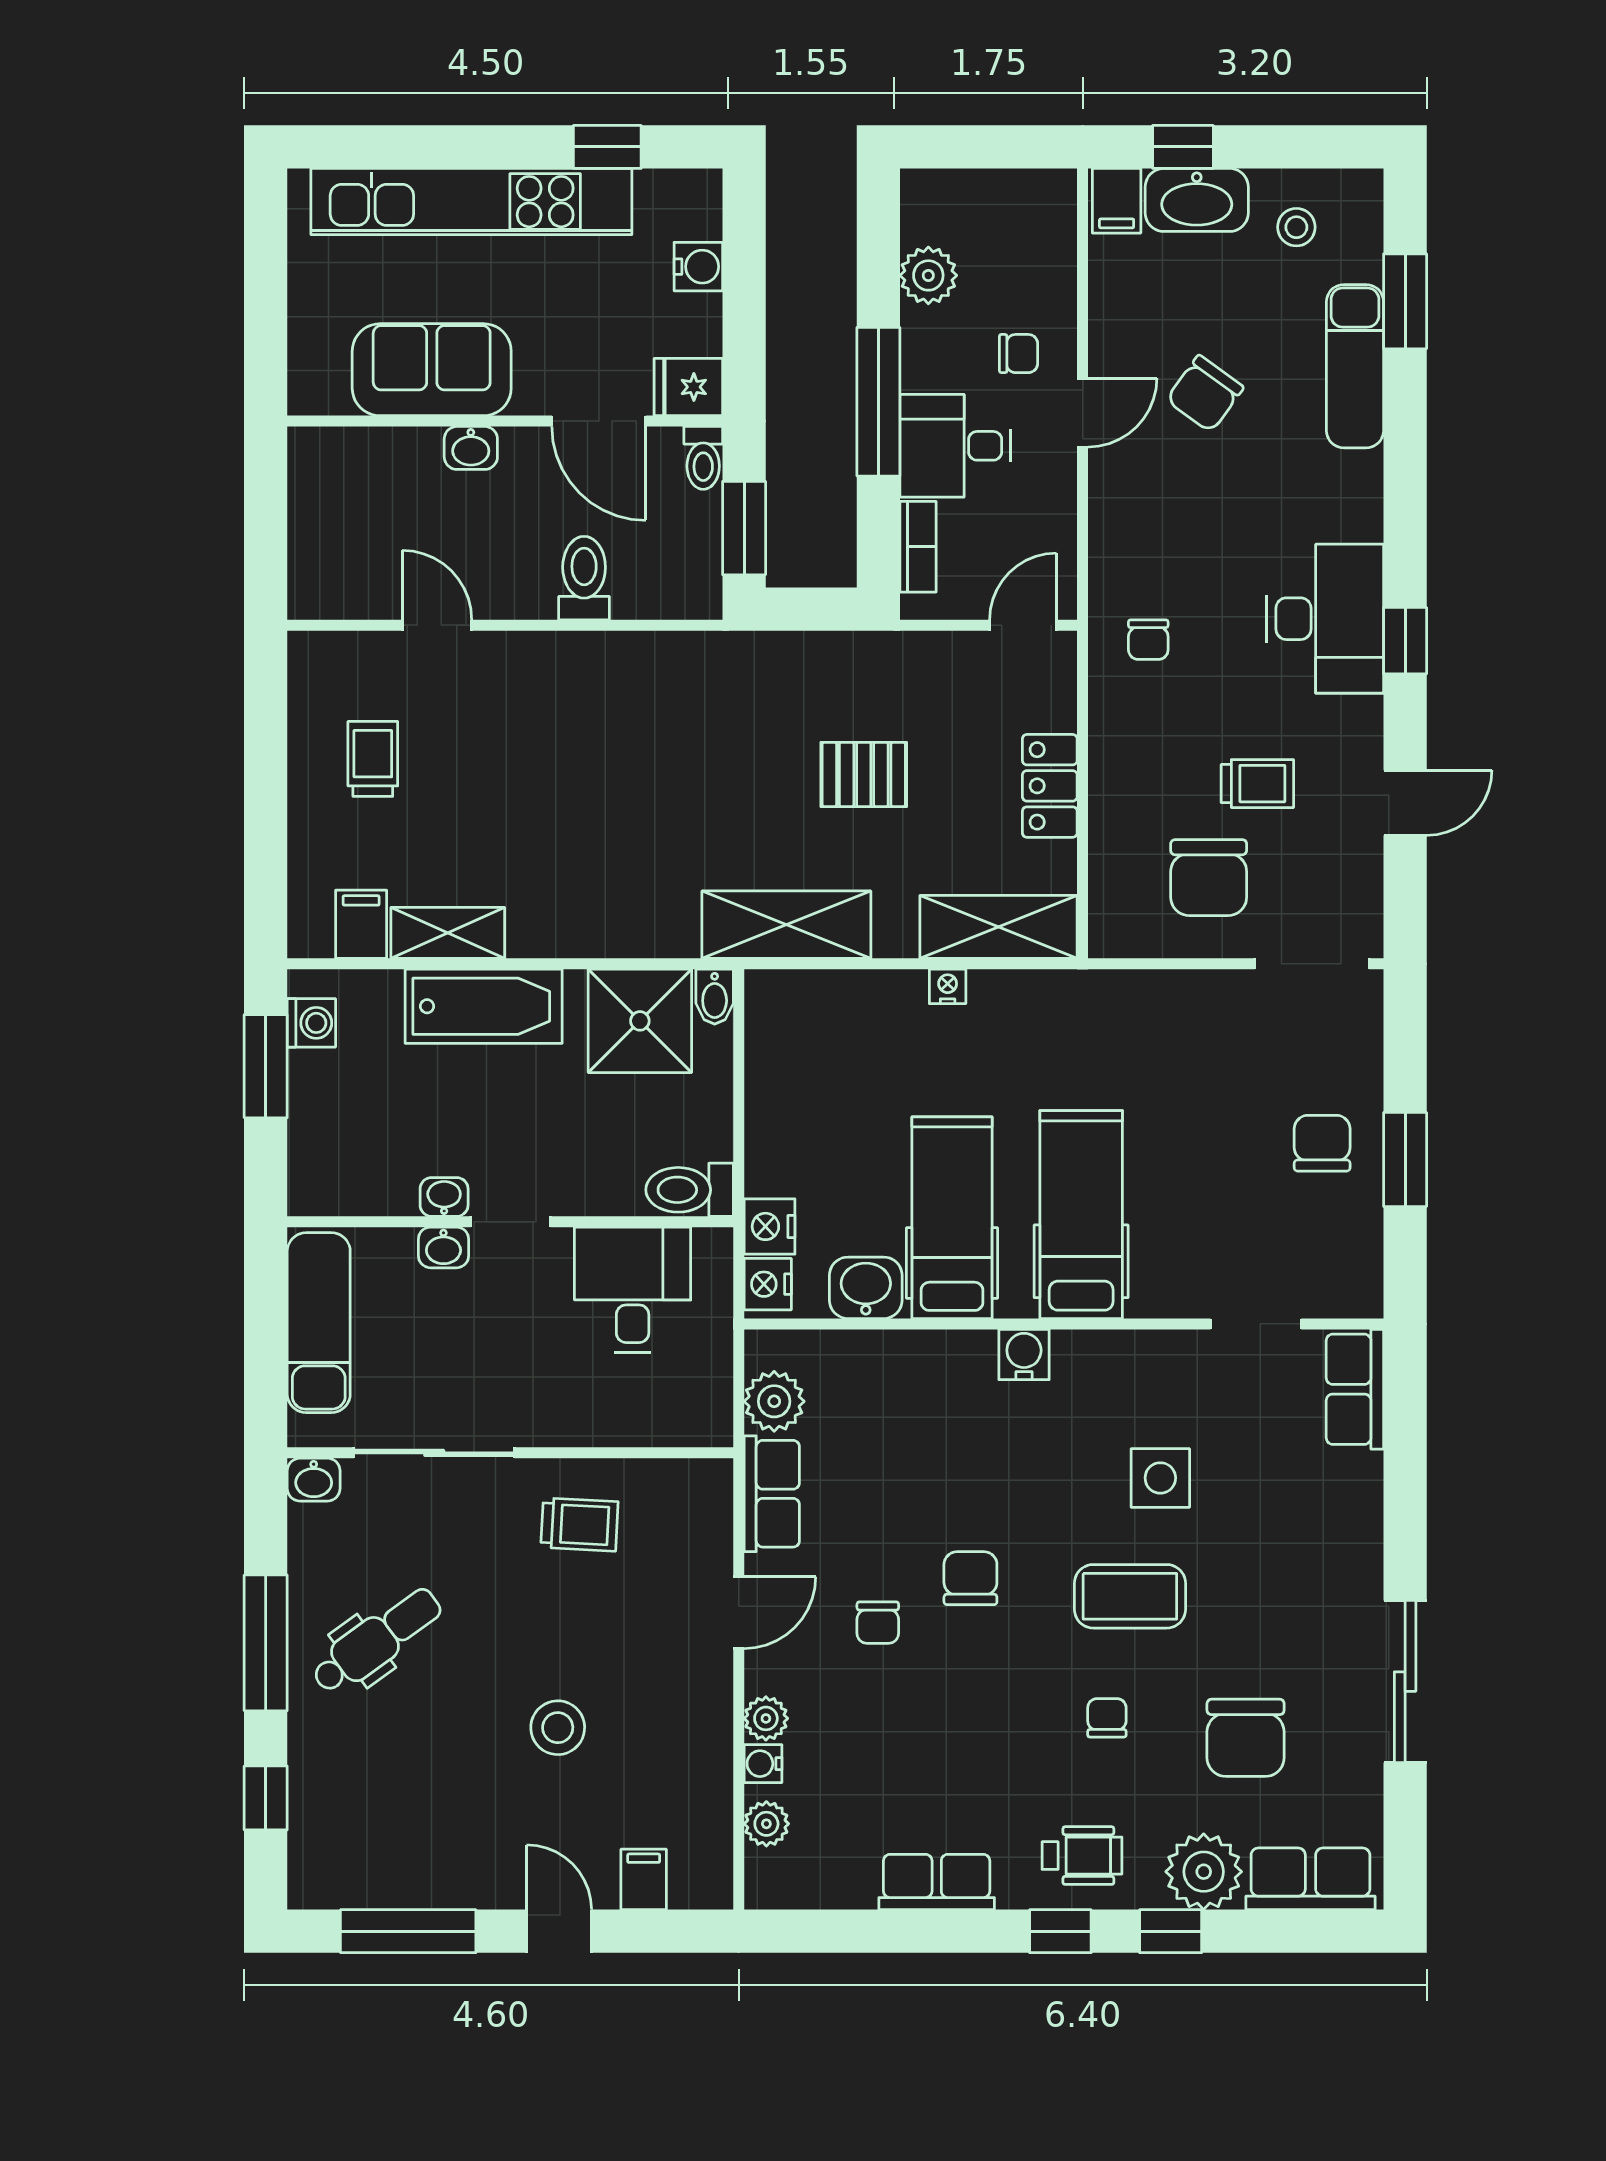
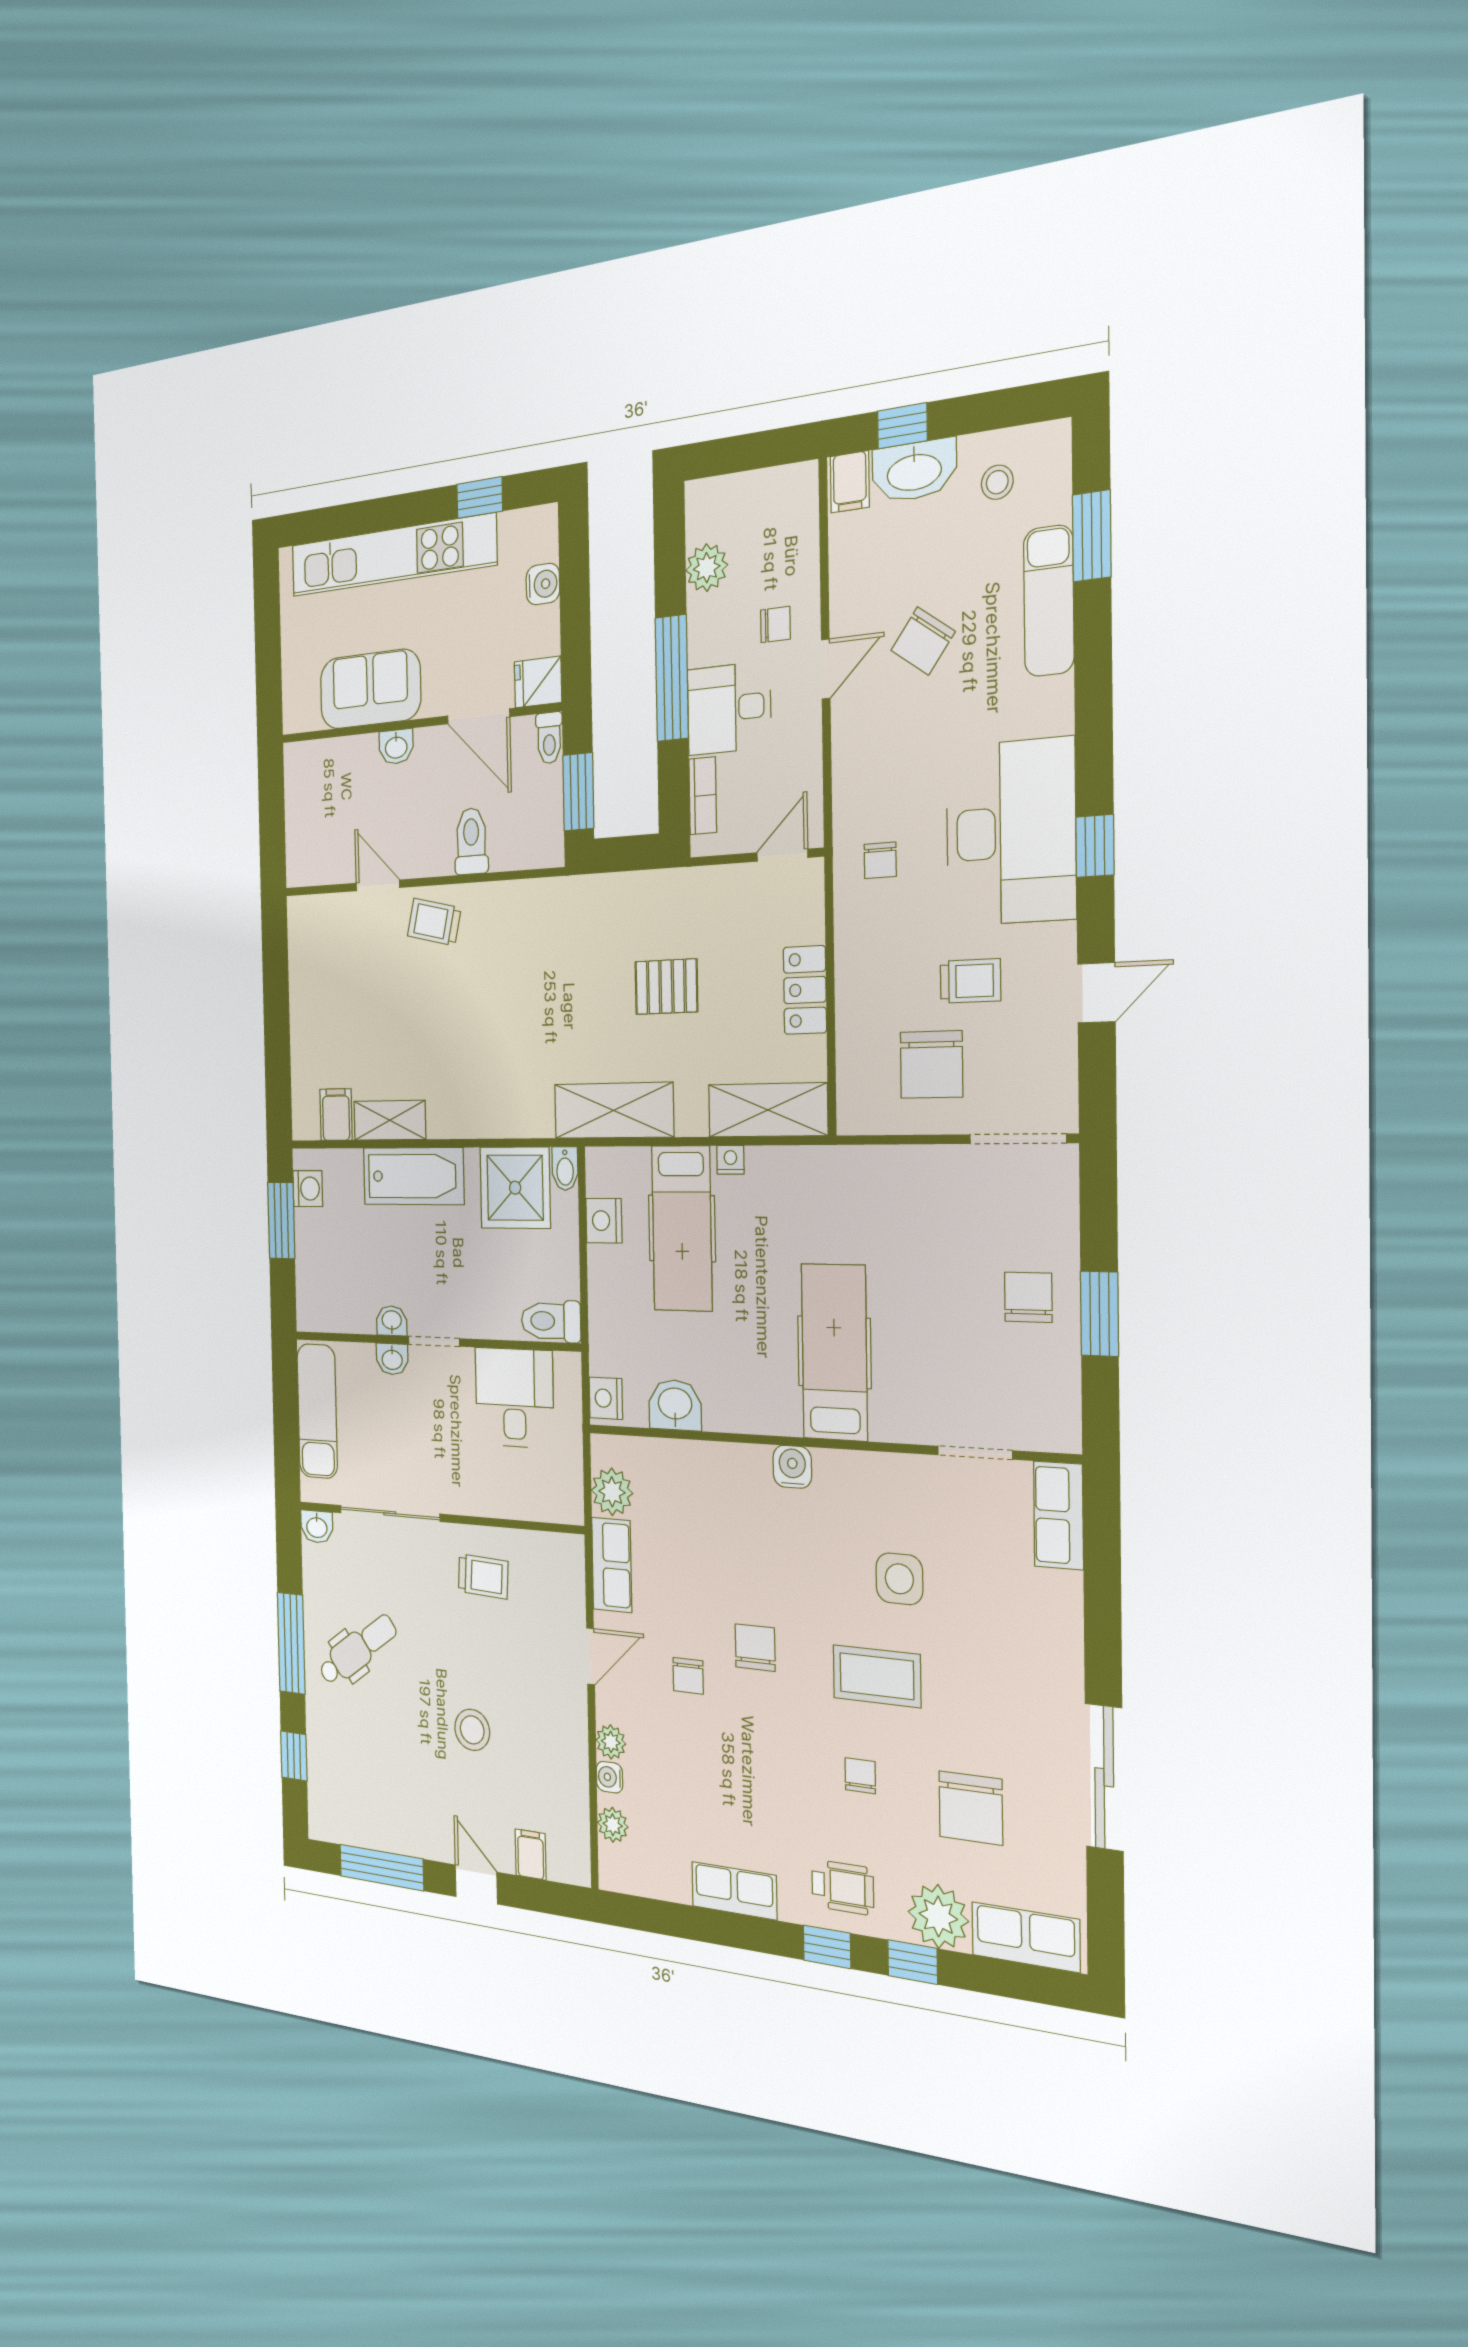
desk: (1325, 619) -> (1011, 832), width x1.36, depth x1.30
trolley: (373, 759) -> (434, 922), moved, turned -77
hospital bed: (952, 1218) -> (682, 1228), moved, turned 180
nightstand: (769, 1226) -> (604, 1221), moved

